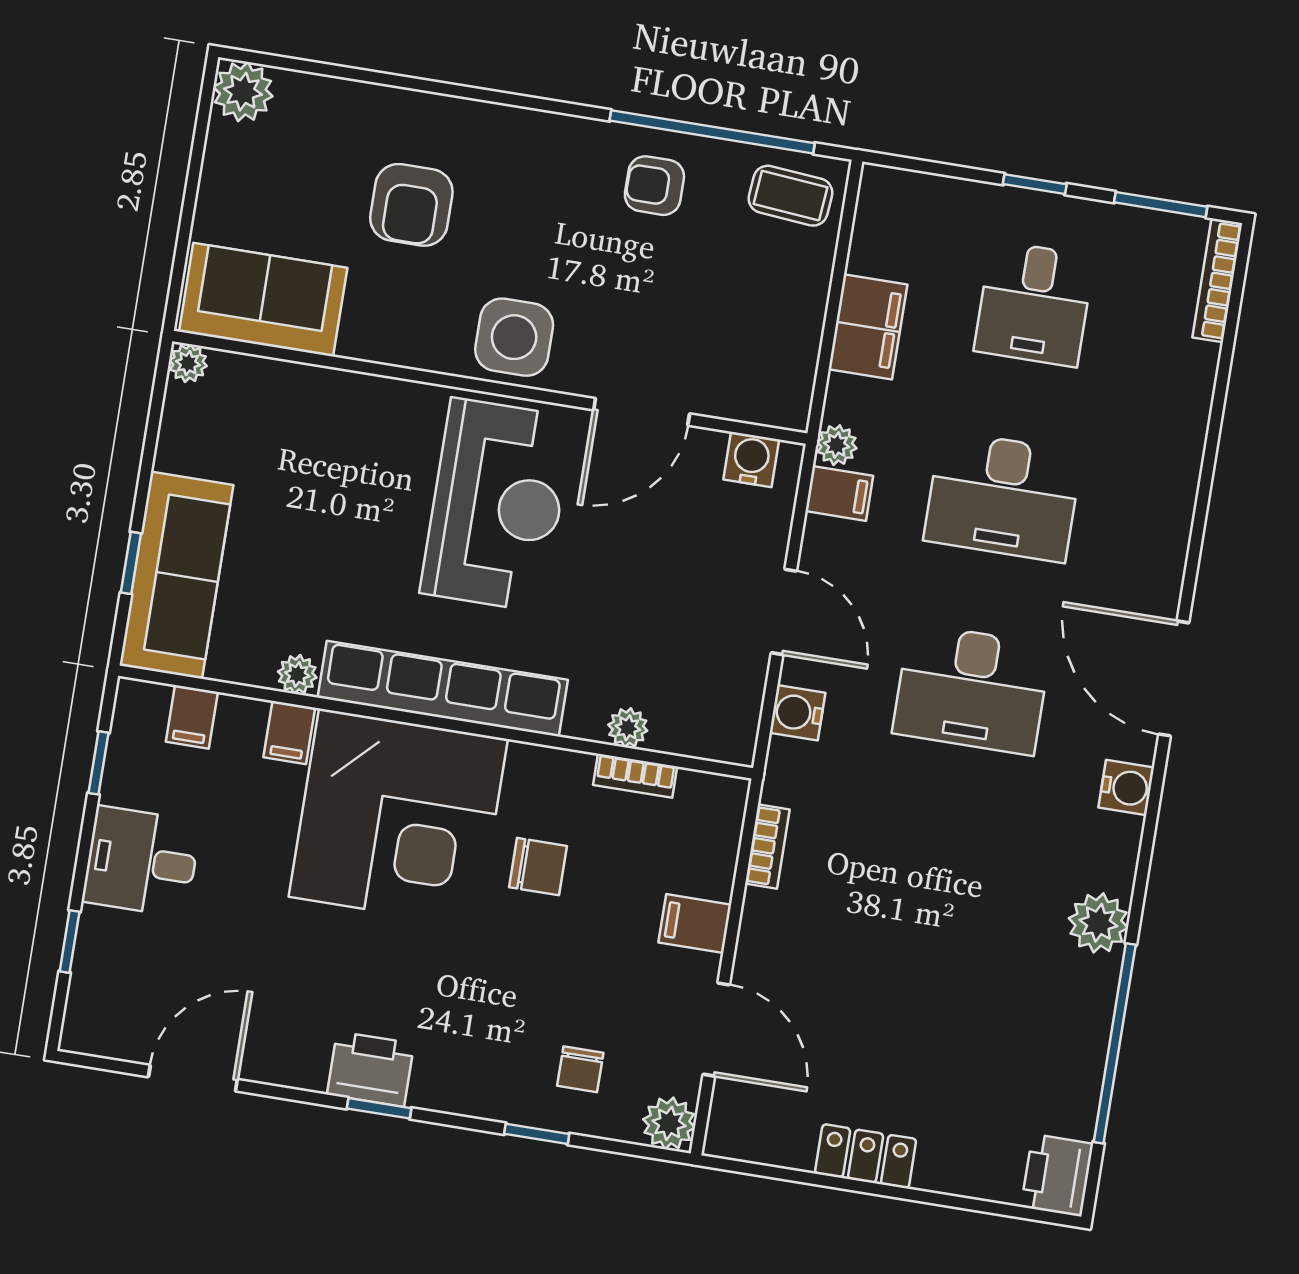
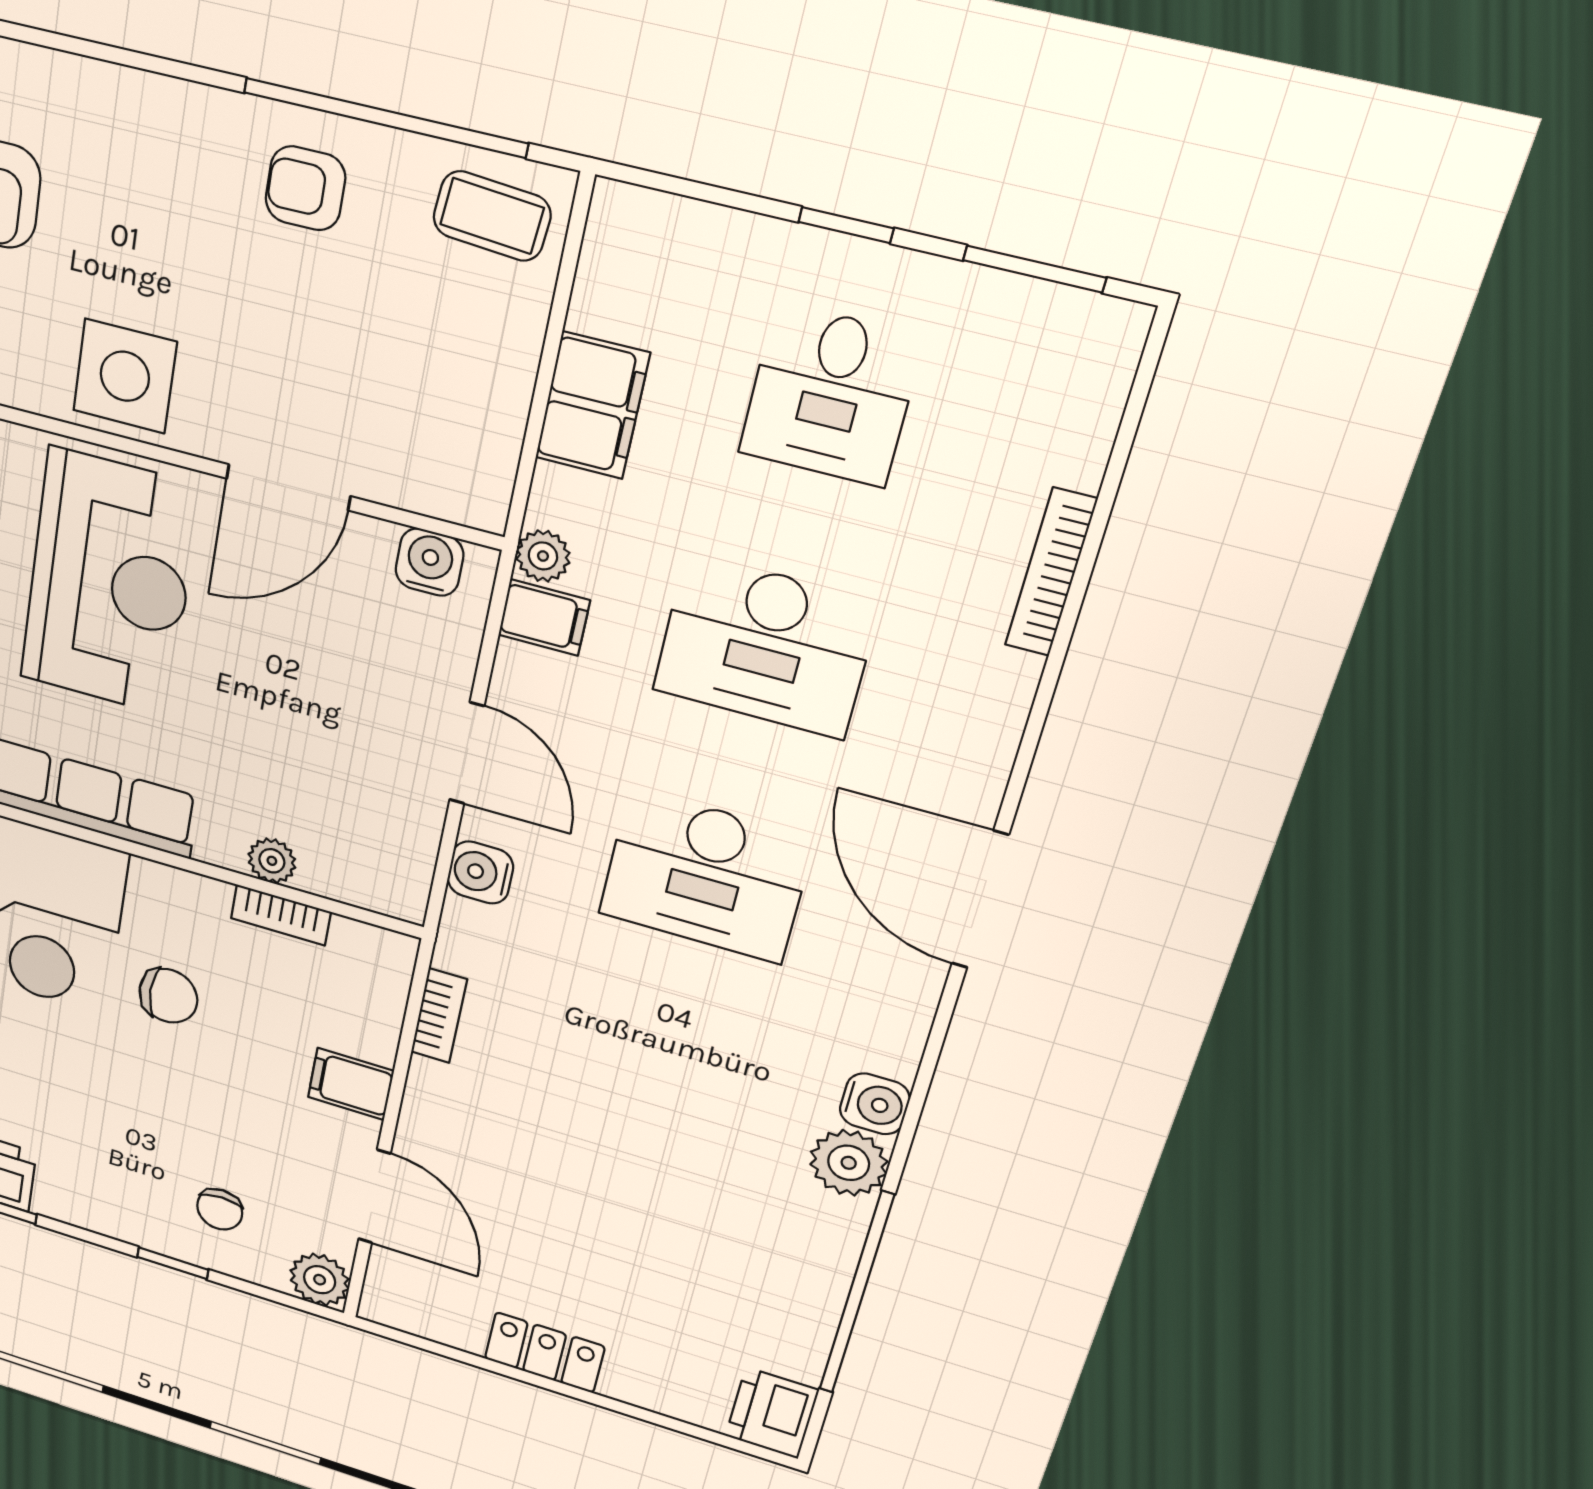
bookcase: (1217, 280) -> (1051, 572), moved
water cooler: (1126, 788) -> (875, 1104), moved

